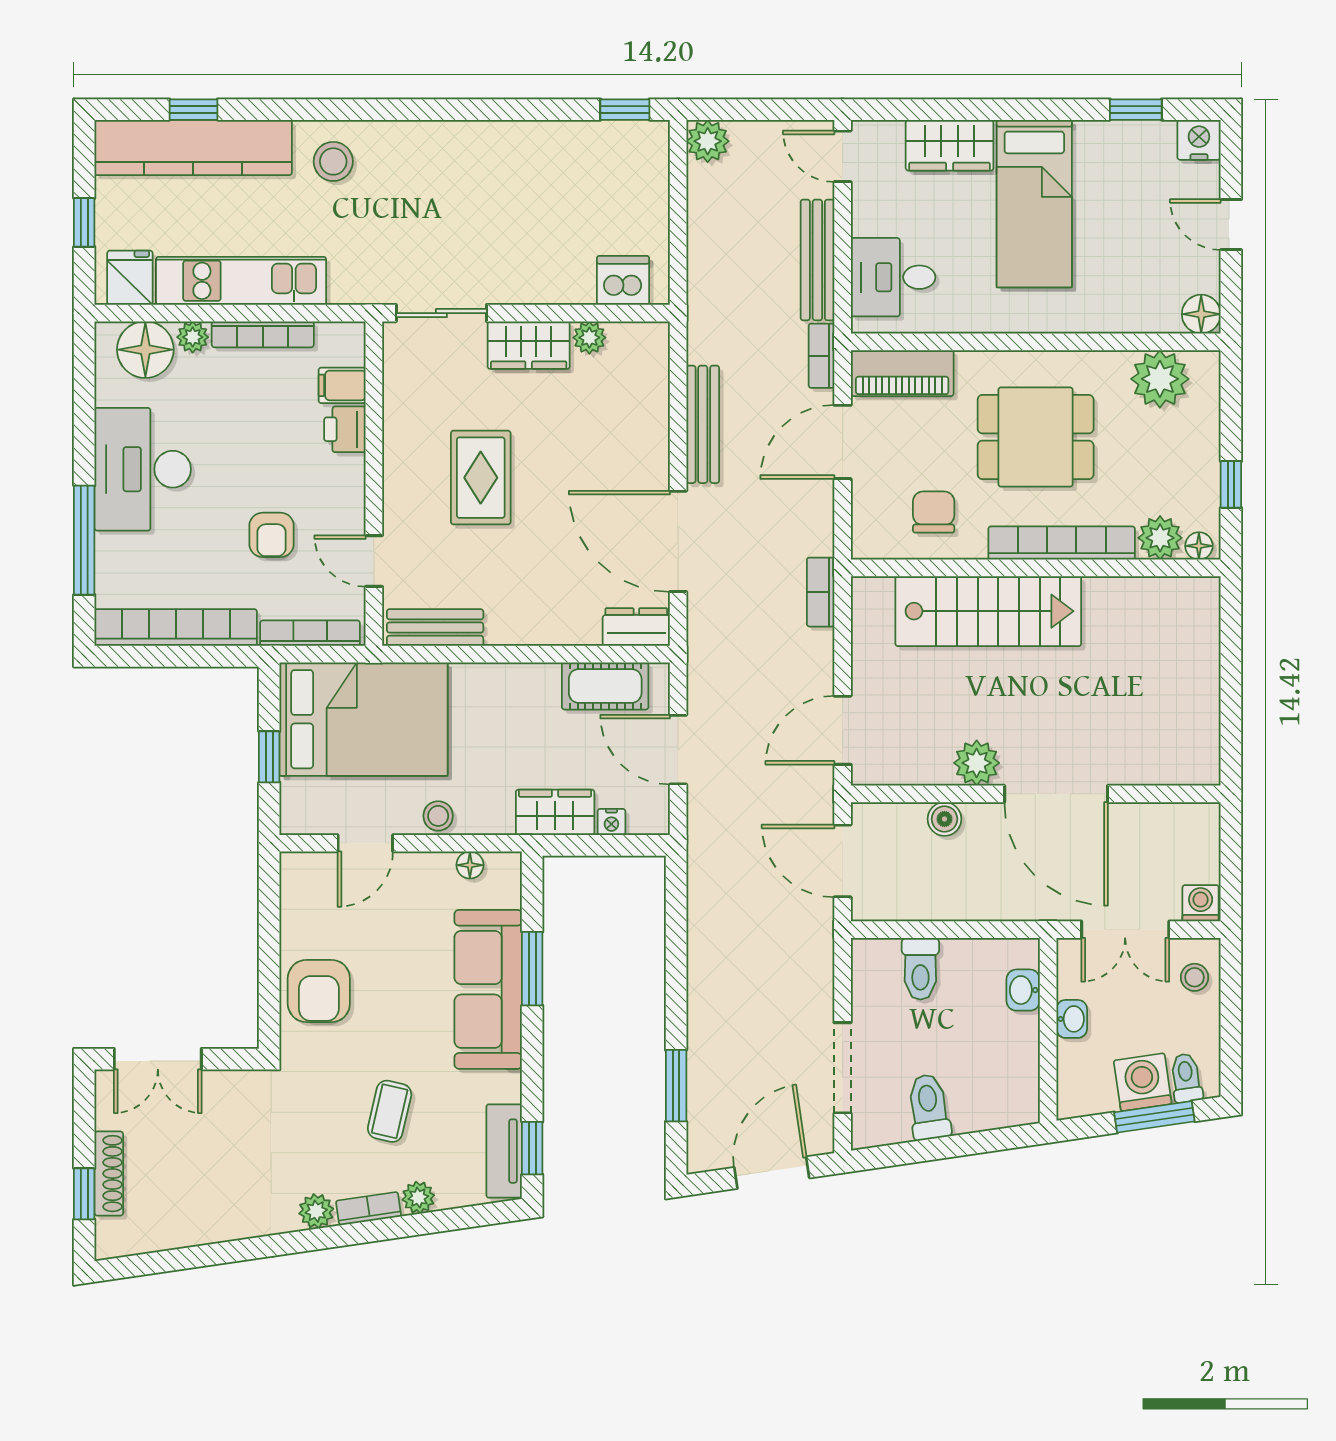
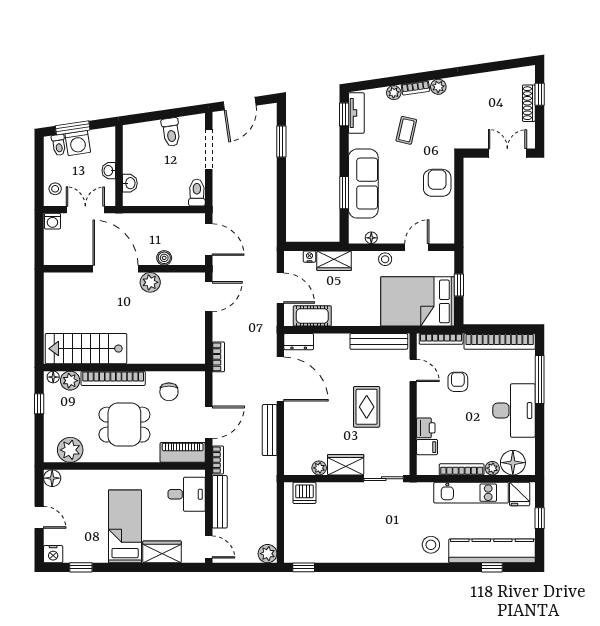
stairs: (988, 611) -> (86, 349), moved
bench: (435, 628) -> (379, 341), width x1.36
toilet: (920, 969) -> (197, 193), moved

